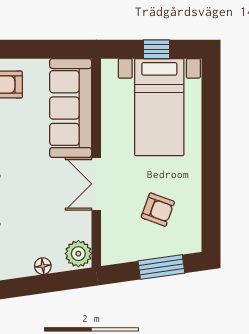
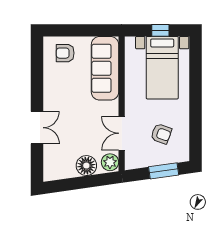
double door: (96, 184) -> (122, 133), moved
floor lamp: (43, 266) -> (86, 166), width x1.89, depth x1.89

